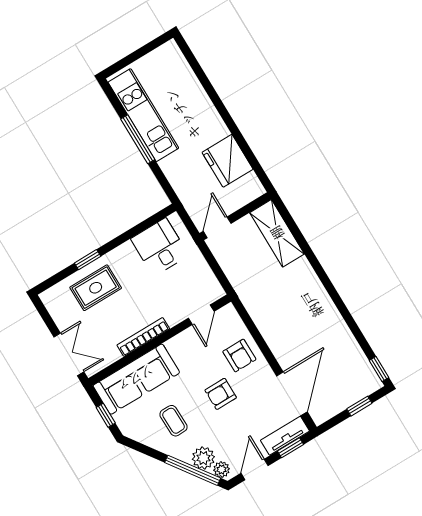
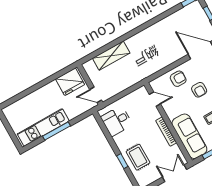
wall: (235, 216) -> (90, 85), moved
door: (217, 227) -> (96, 95), moved

